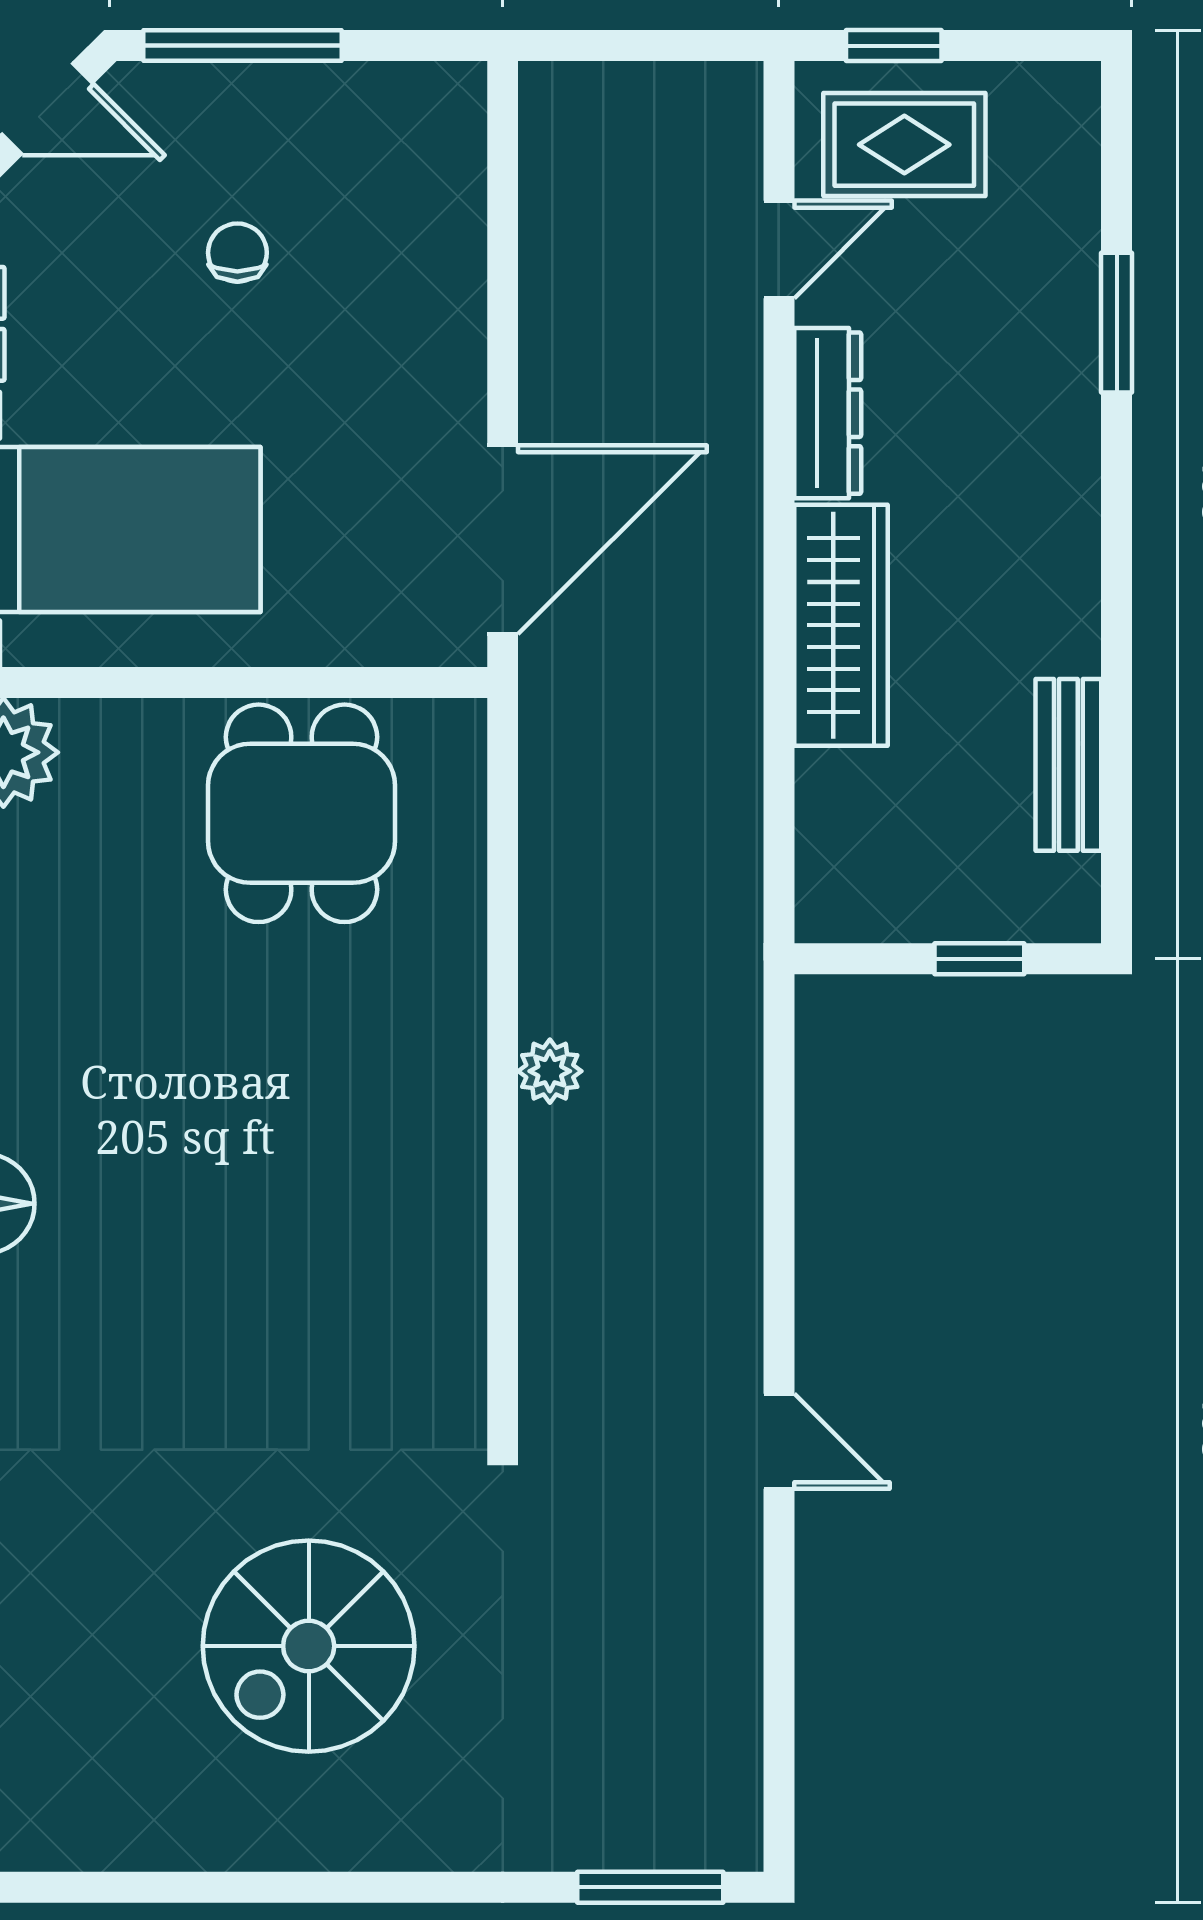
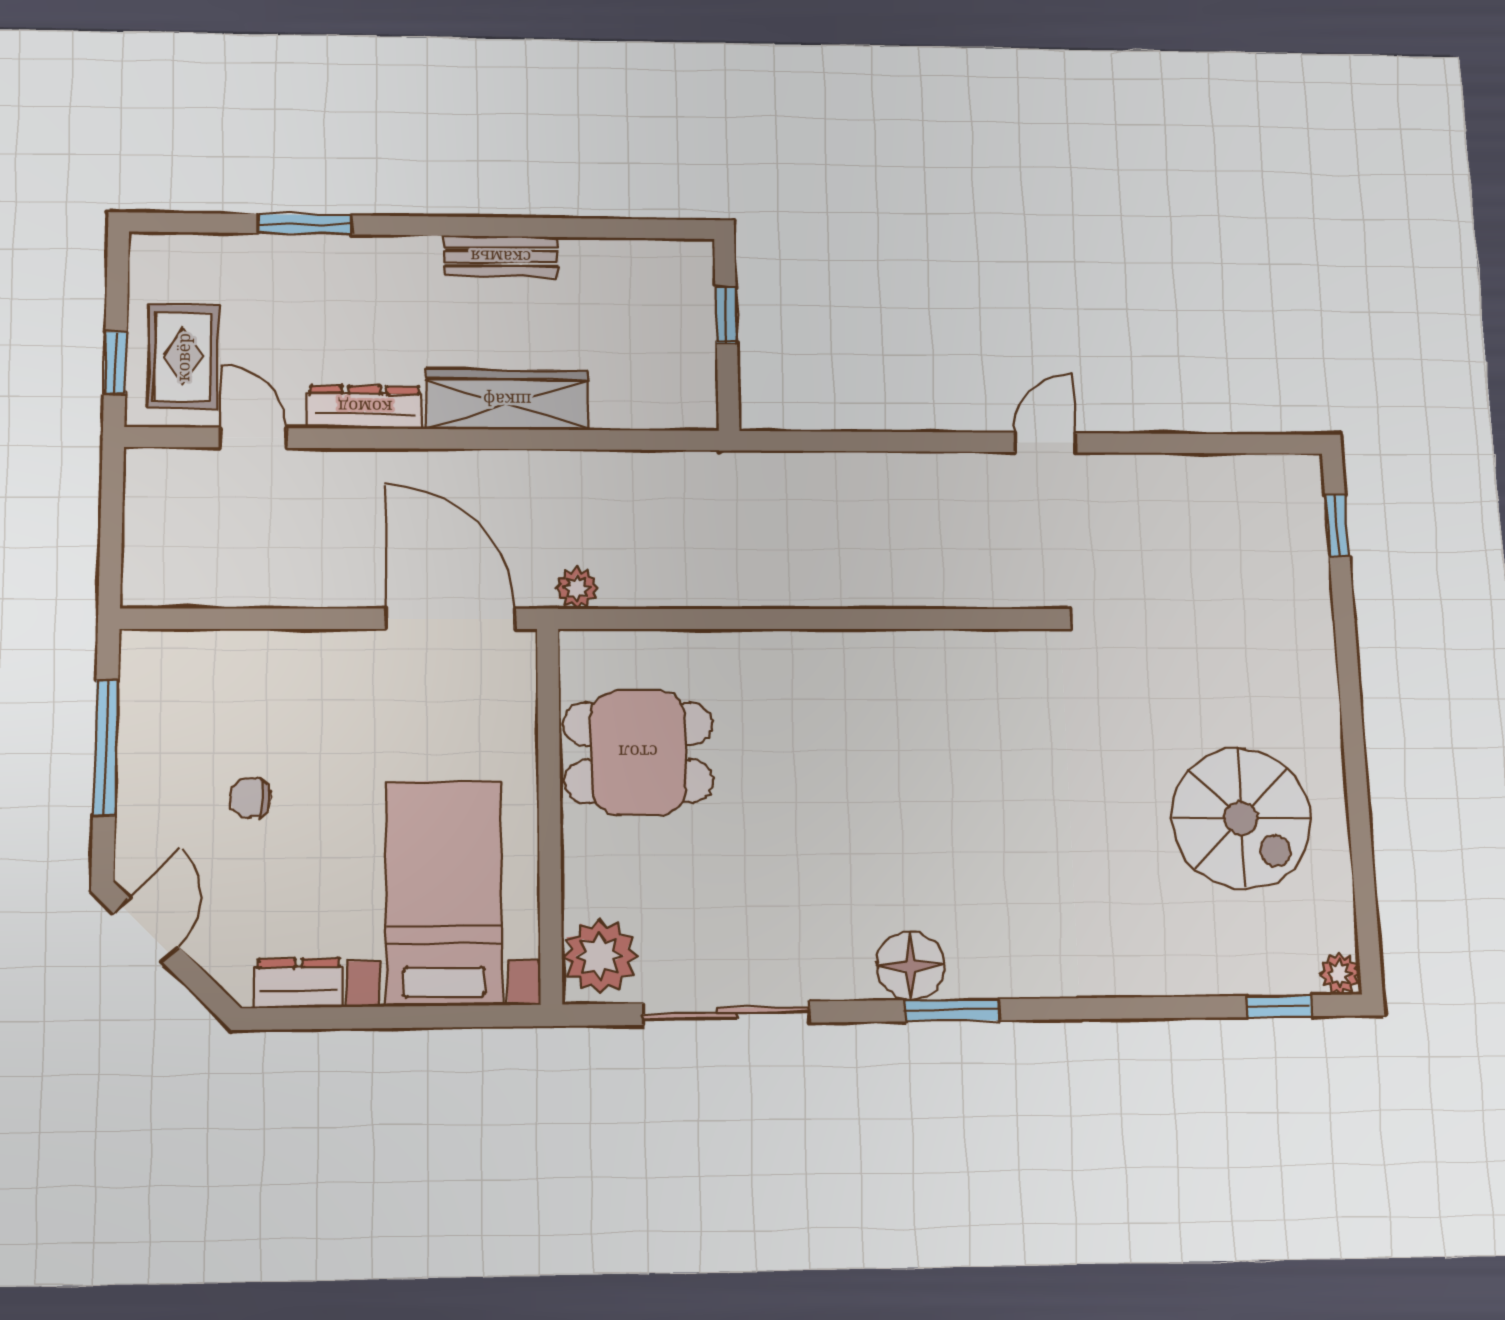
window: (243, 46) -> (106, 747), moved
bench: (1068, 765) -> (501, 257), moved
plant: (550, 1071) -> (577, 588), moved
spiral stairs: (309, 1646) -> (1241, 818), moved
window: (650, 1887) -> (1337, 525), width x0.67

